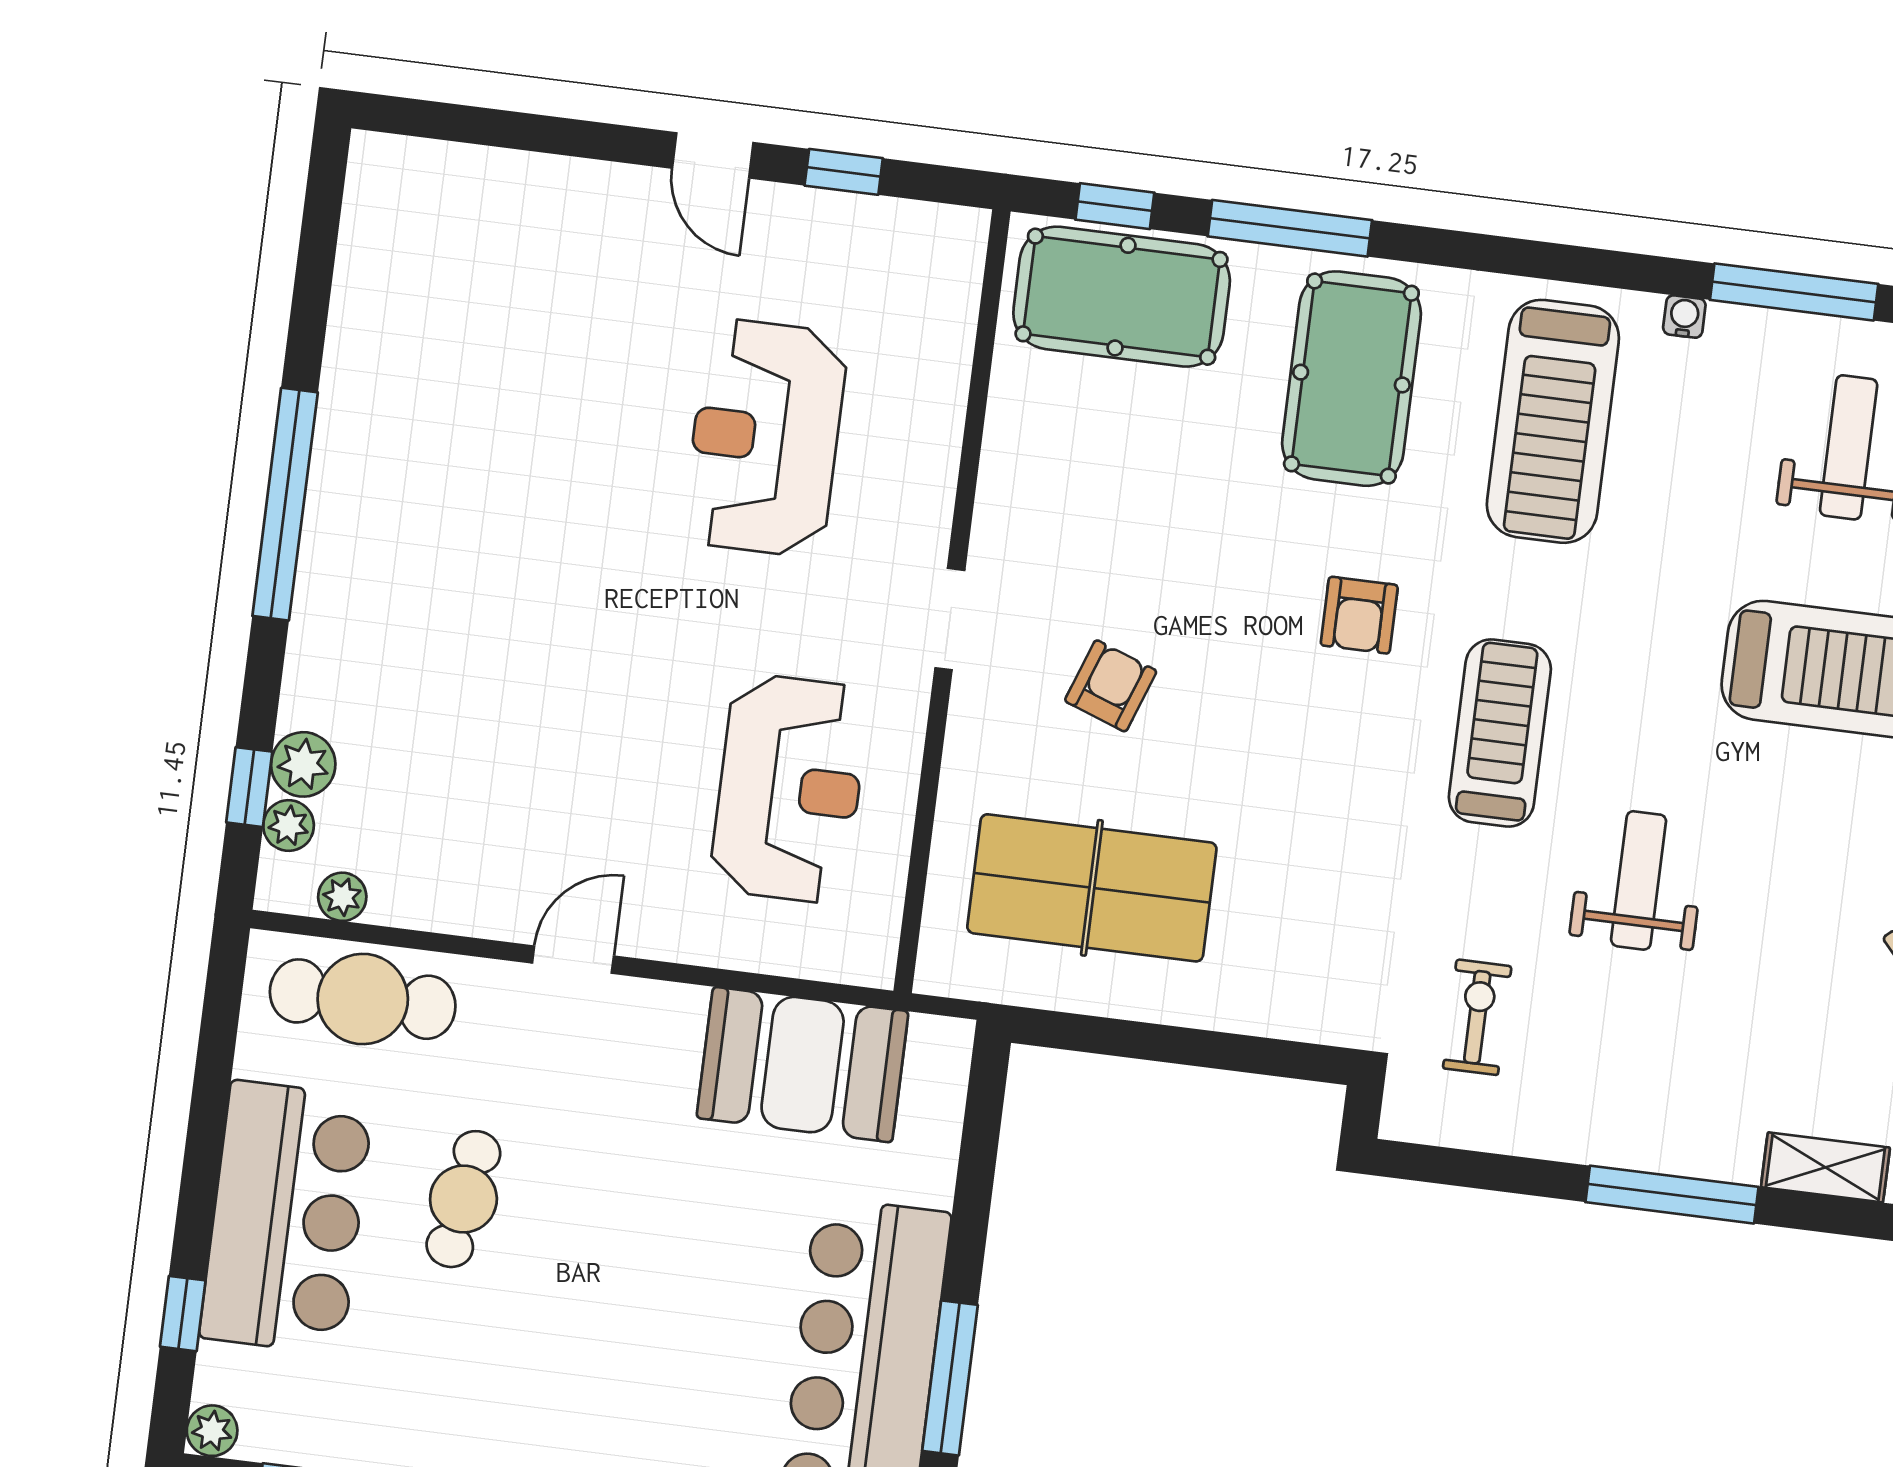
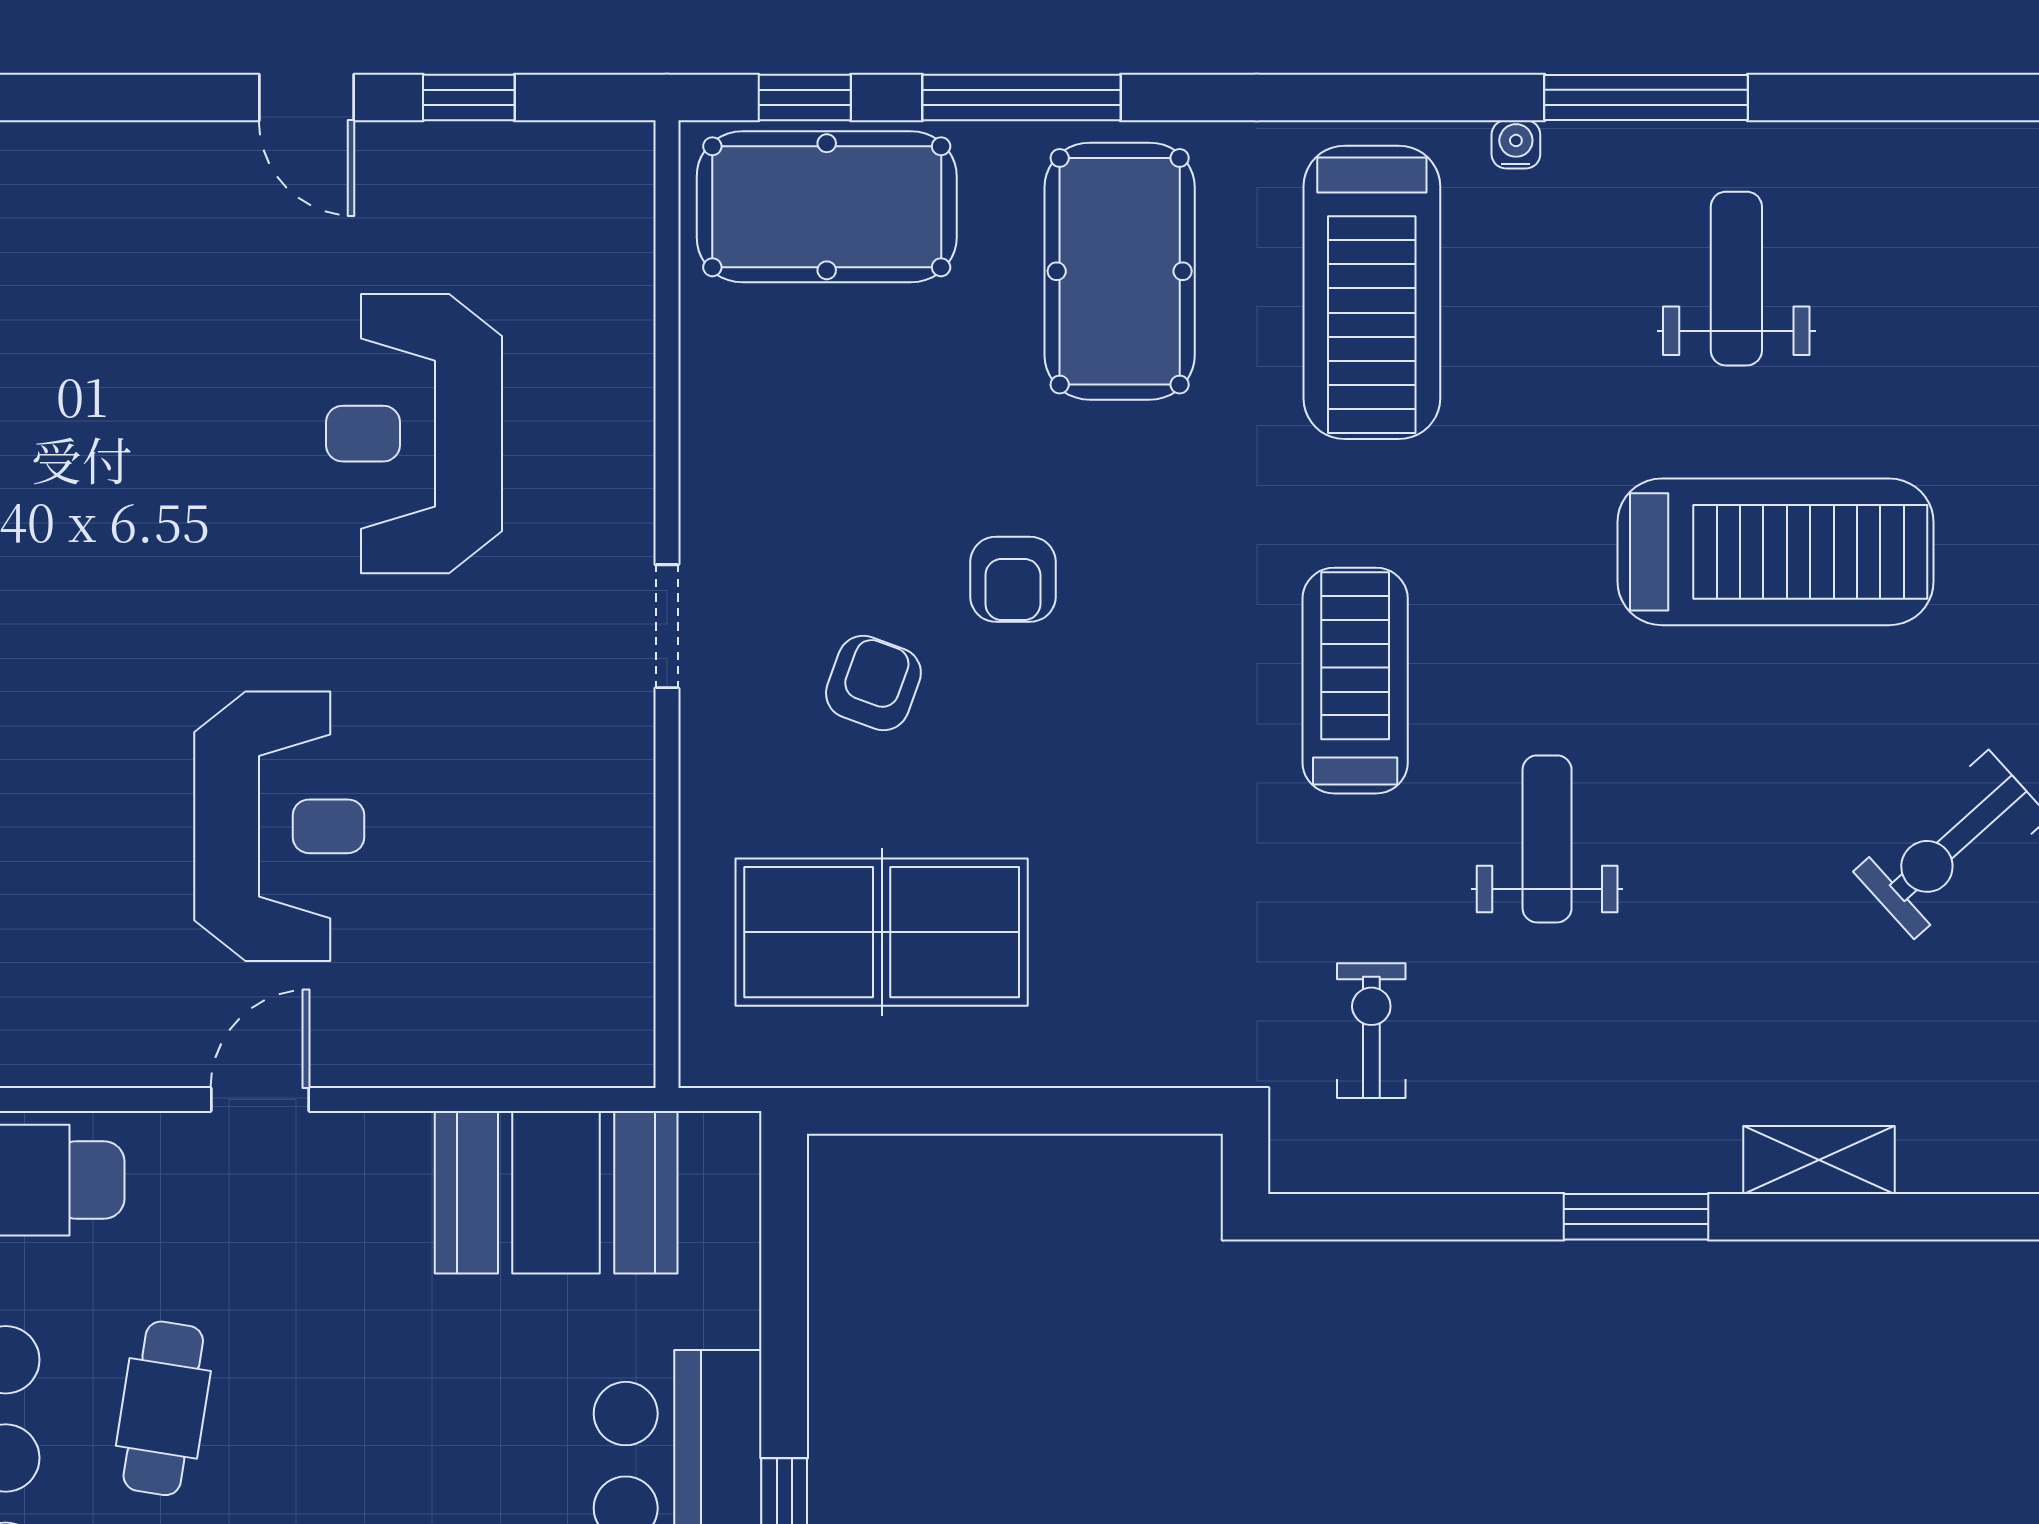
armchair: (1359, 615) -> (1013, 579), moved
reception desk: (789, 789) -> (279, 826), moved
window: (1672, 1195) -> (1636, 1217), width x0.69

